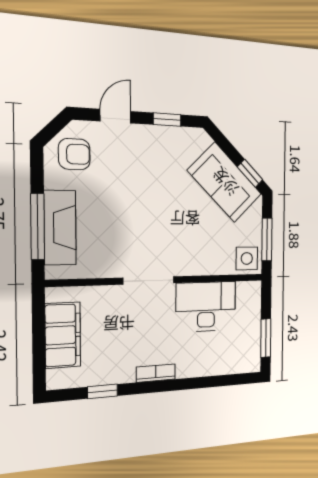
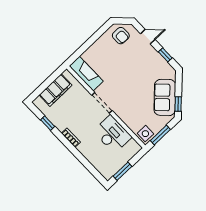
window: (38, 227) -> (85, 47), removed
fireplace: (60, 228) -> (86, 74), moved, turned -90

